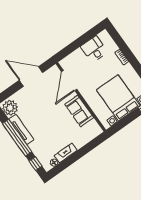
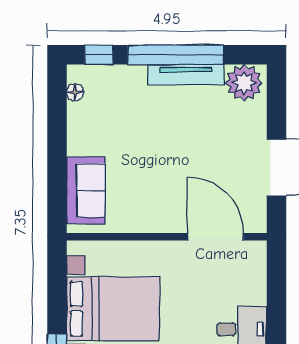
sofa: (79, 111) -> (86, 190), moved, turned 90
fireplace: (66, 153) -> (78, 129), removed

